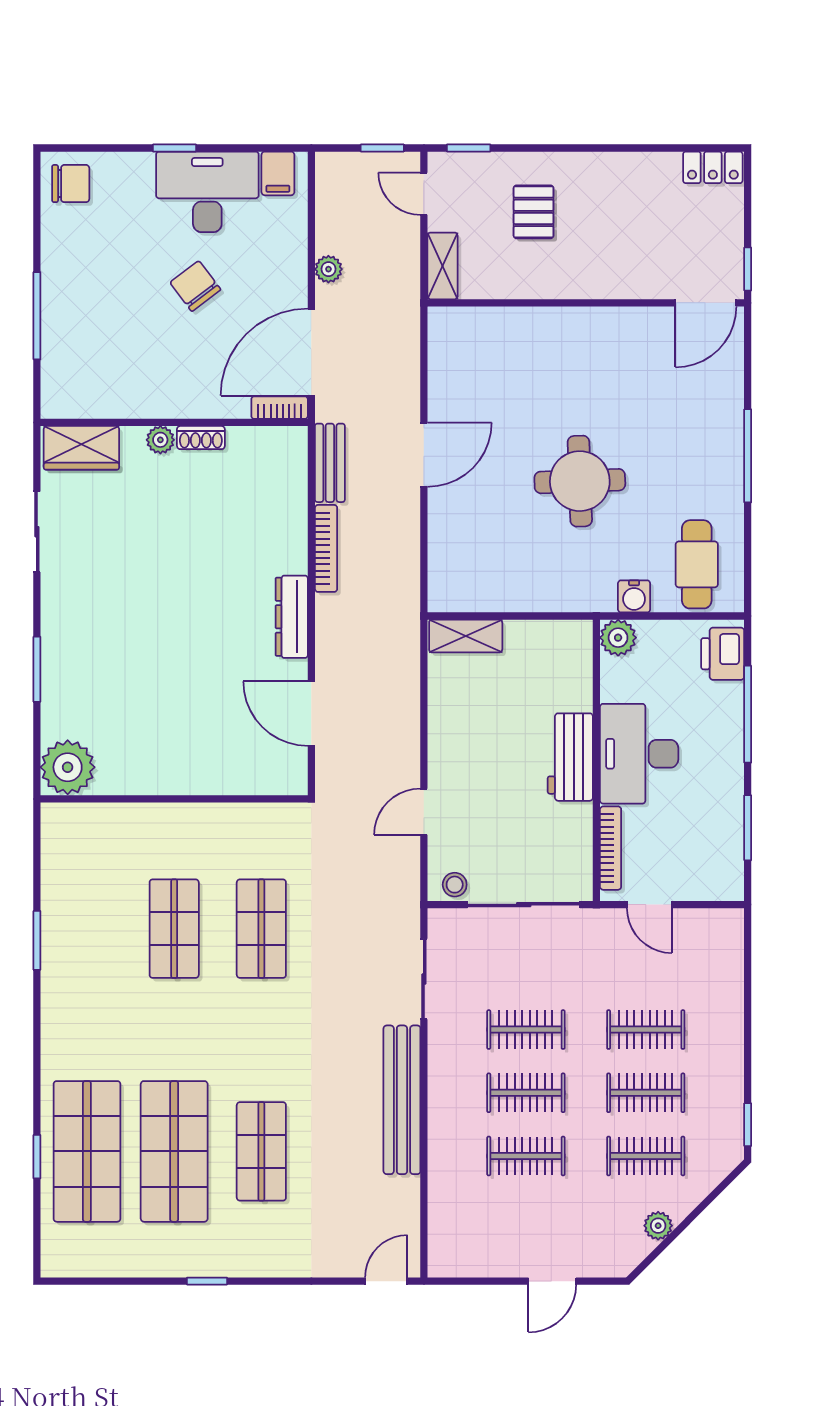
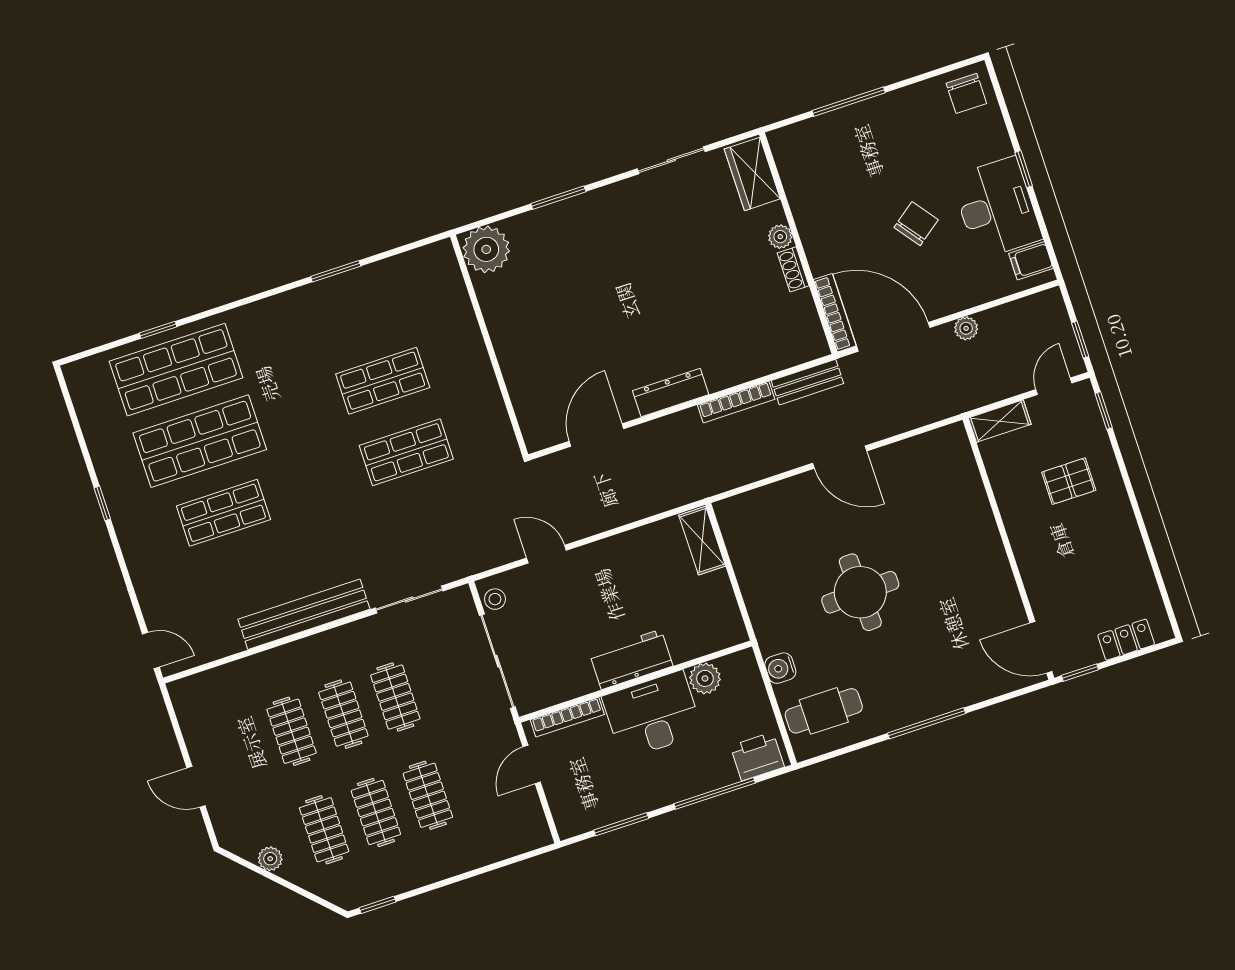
locker: (713, 167) -> (1126, 640), moved, turned 90
bookcase: (280, 408) -> (835, 313), width x1.56
plant: (618, 638) -> (705, 678), moved

